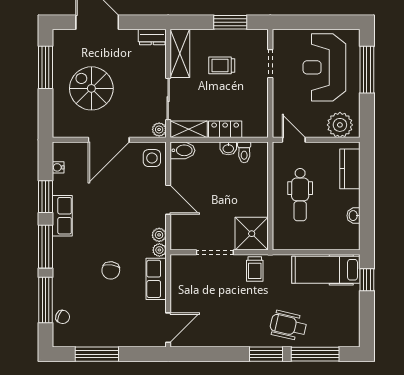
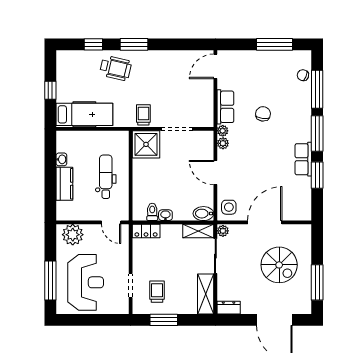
trolley: (222, 65) -> (157, 292), moved, turned -90
locker: (225, 129) -> (146, 231), moved
water cooler: (58, 167) -> (307, 199), removed
kitchen counter: (350, 169) -> (64, 184), moved
window: (367, 280) -> (50, 90), moved
window: (315, 354) -> (93, 44), width x0.46

